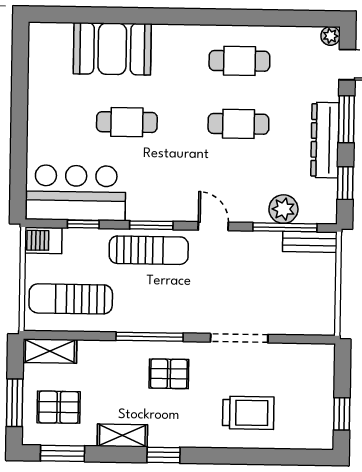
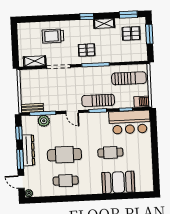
cafe table: (238, 124) -> (64, 155), width x1.37, depth x1.35
shelving: (50, 351) -> (35, 61), moved
window: (342, 414) -> (14, 38), removed

